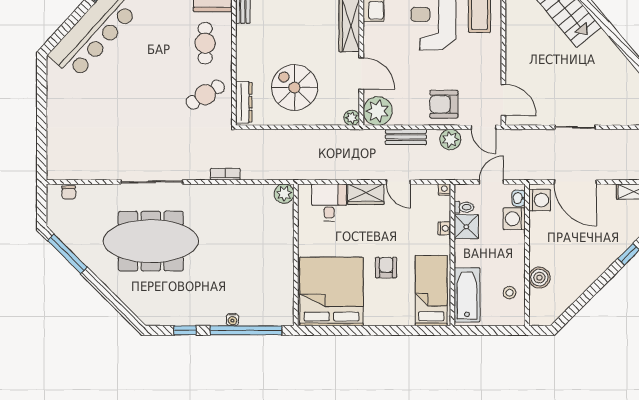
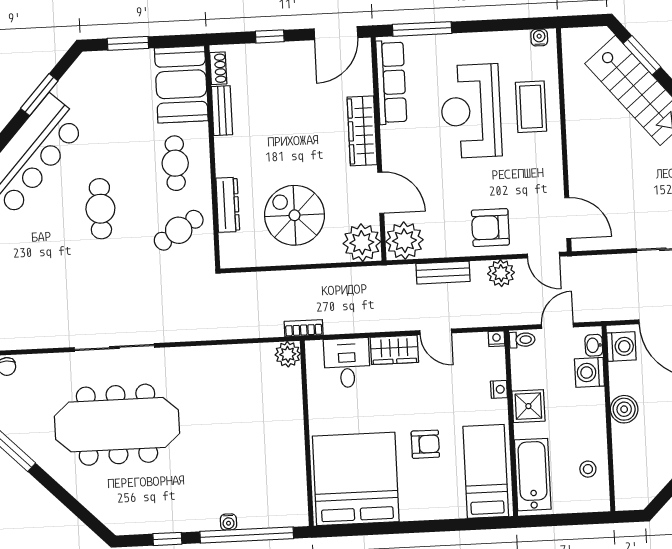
cafe table: (146, 75) -> (100, 209), added
dresser: (244, 102) -> (228, 205), moved
plant: (352, 118) -> (362, 243), width x1.88, depth x1.88
bookcase: (225, 174) -> (304, 328), moved
toilet: (464, 207) -> (522, 340), moved
shower: (466, 227) -> (528, 406), moved
armchair: (386, 268) -> (425, 444), turned 90
boiler: (539, 278) -> (624, 409), moved

